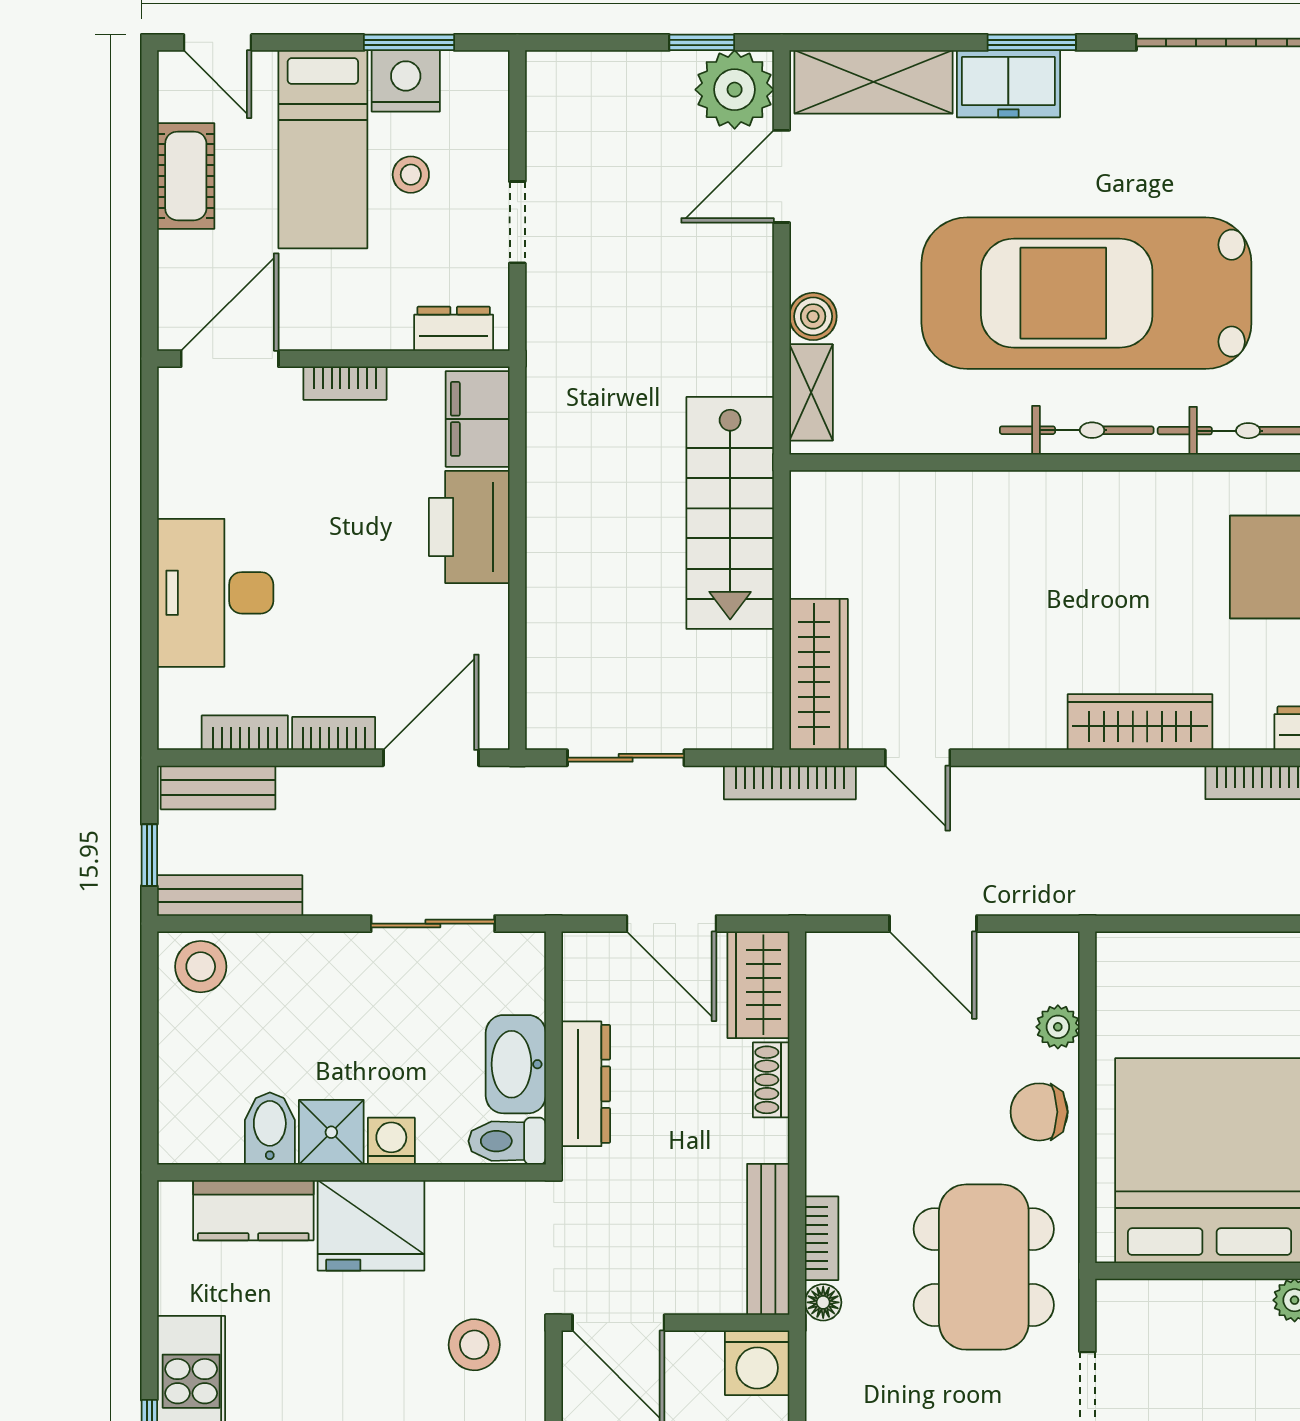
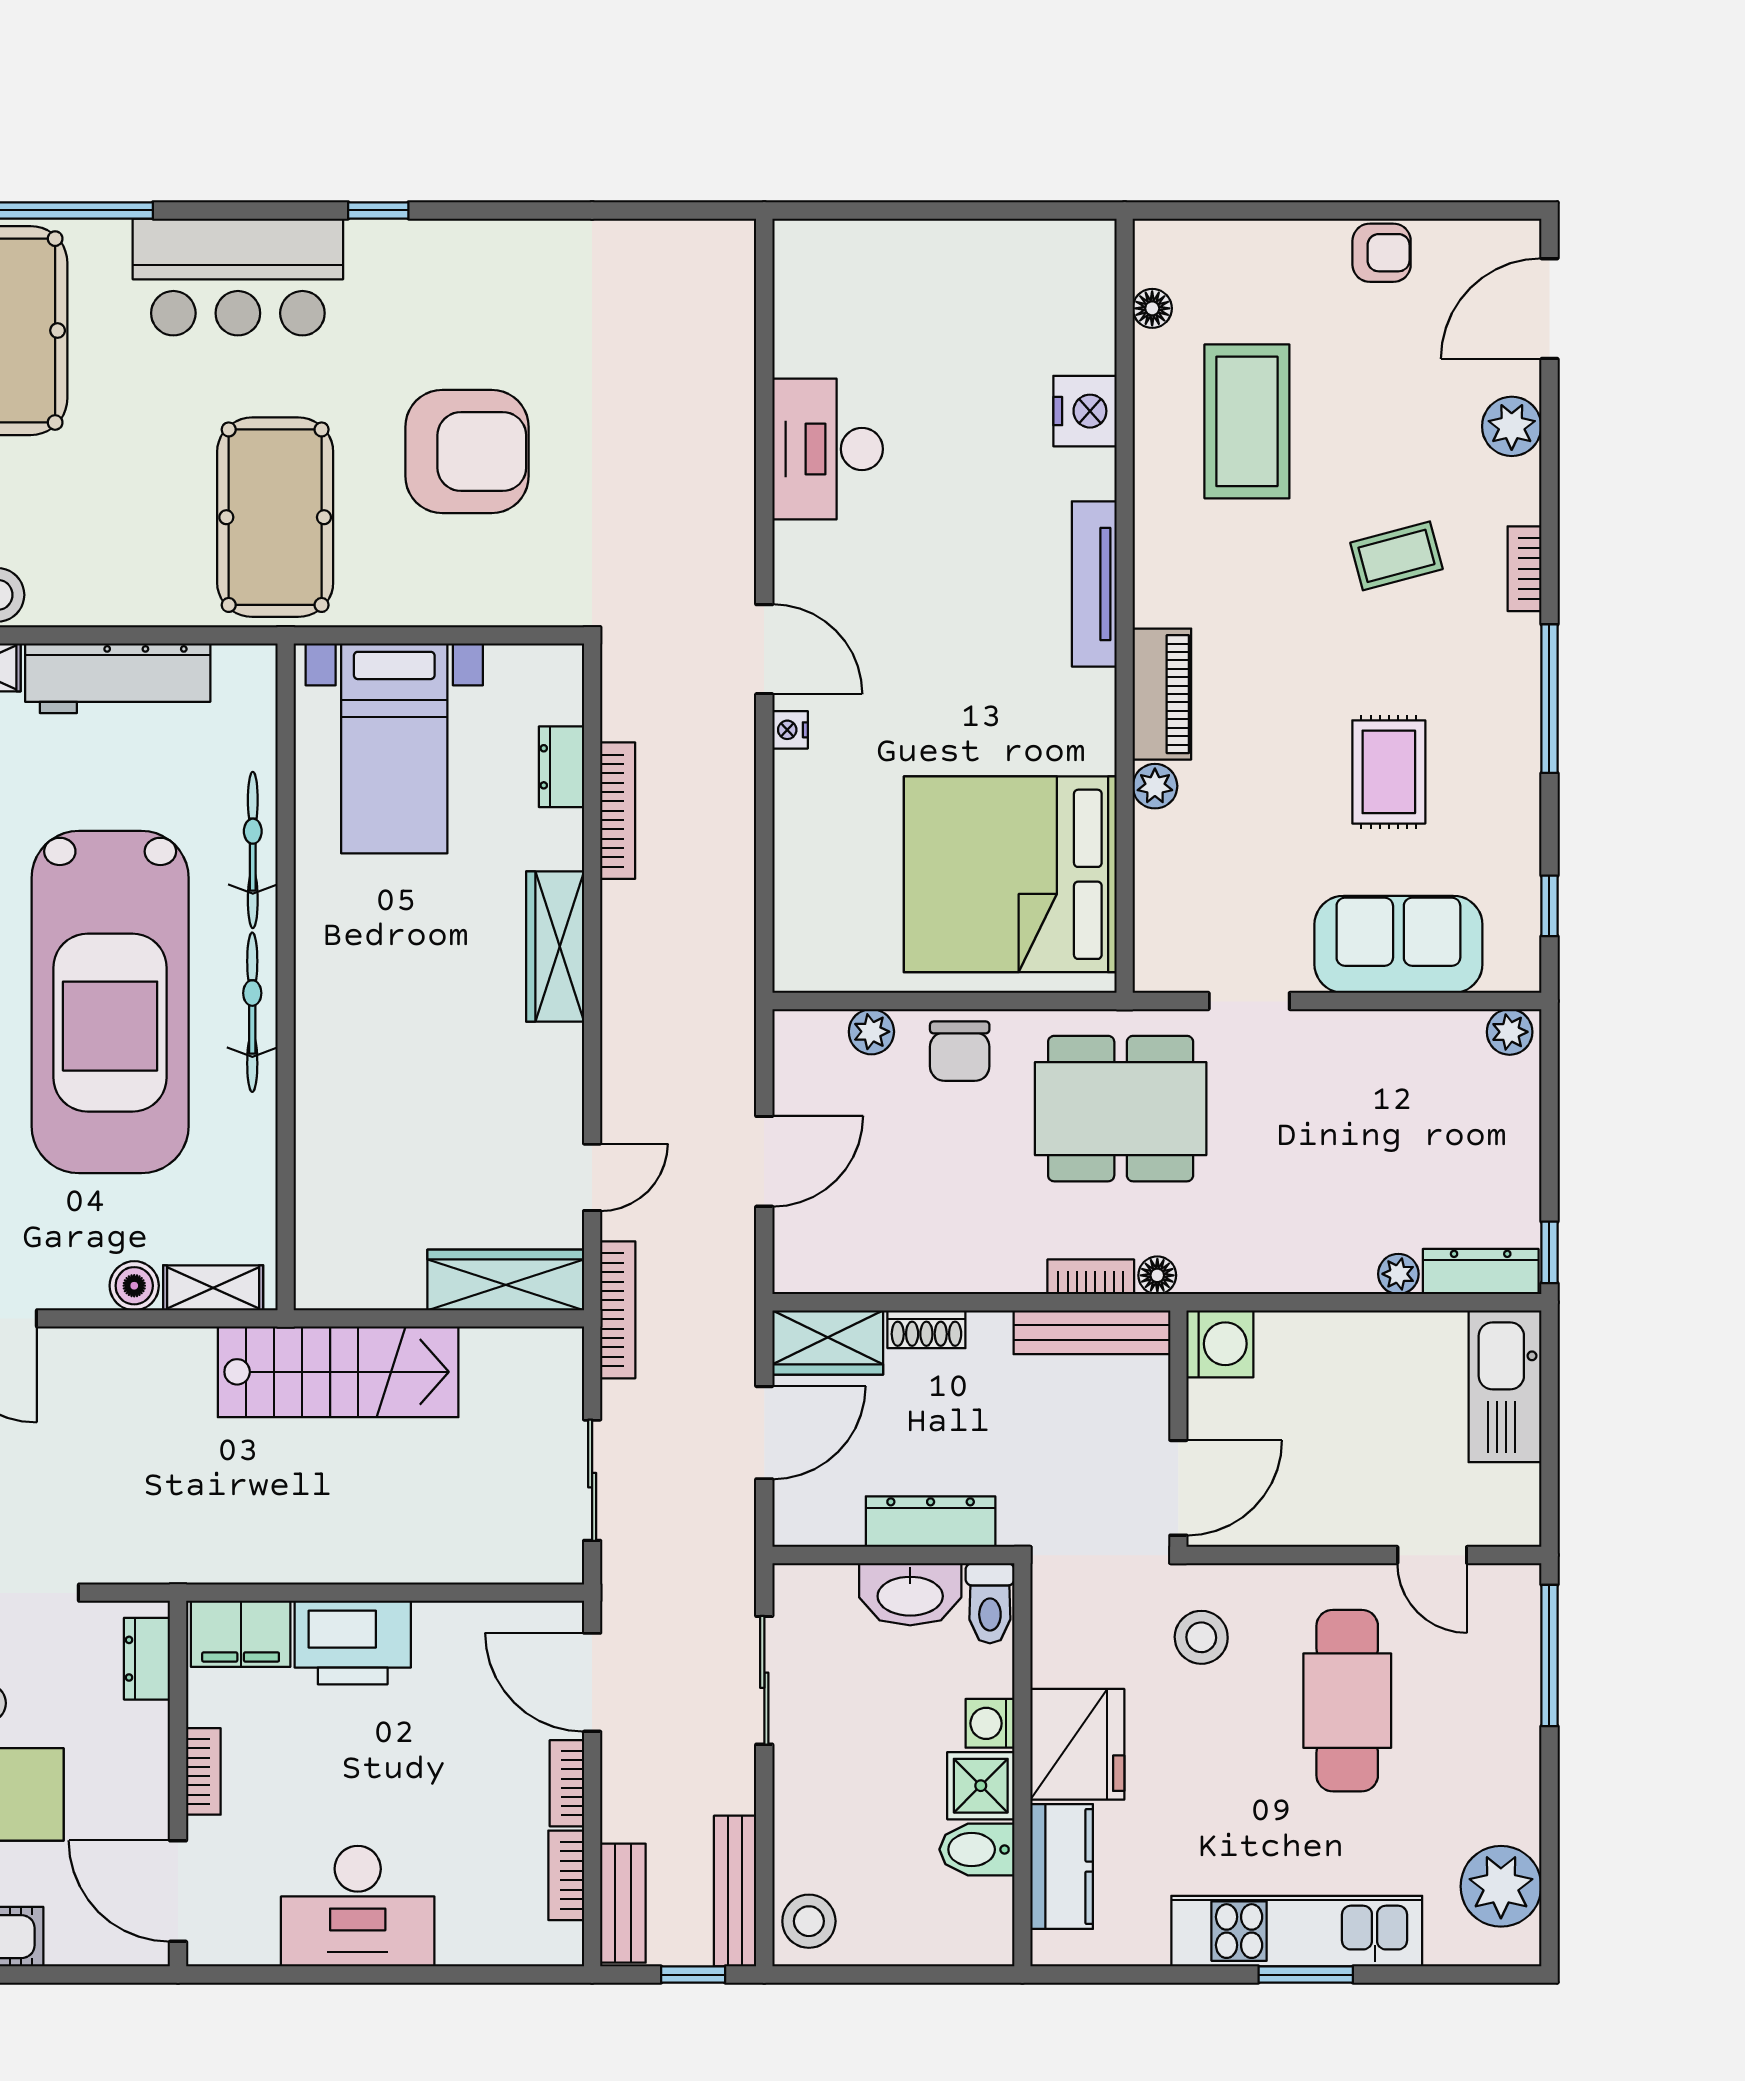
desk: (215, 593) -> (358, 1906), moved

